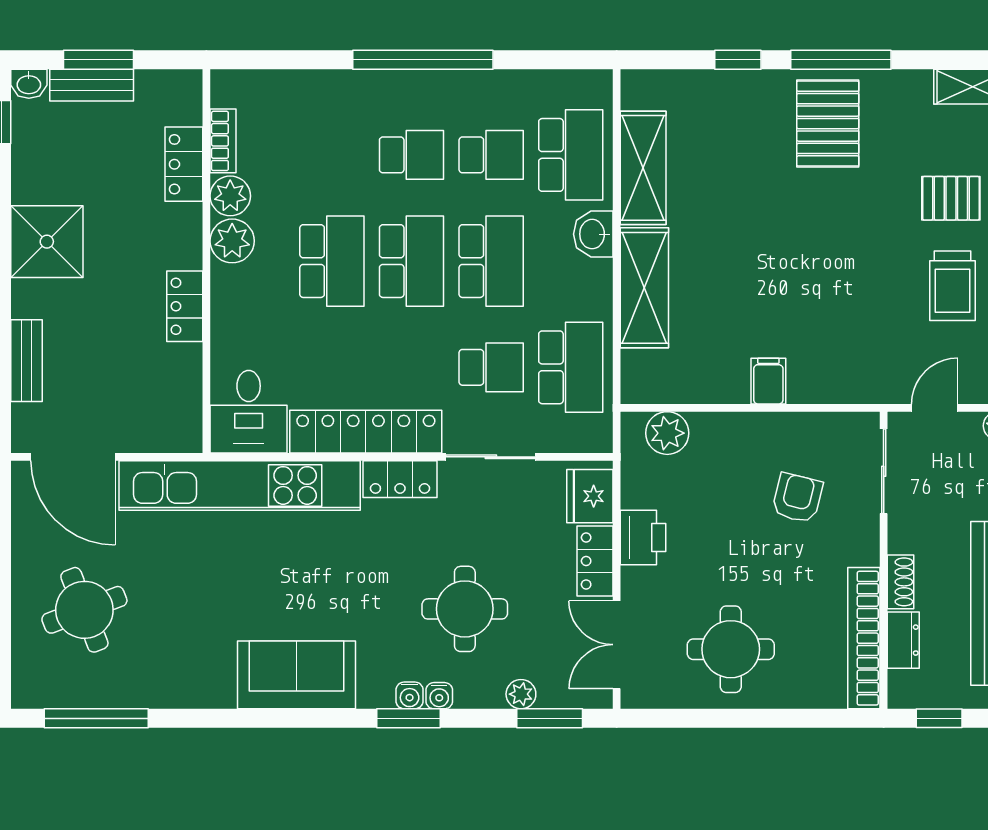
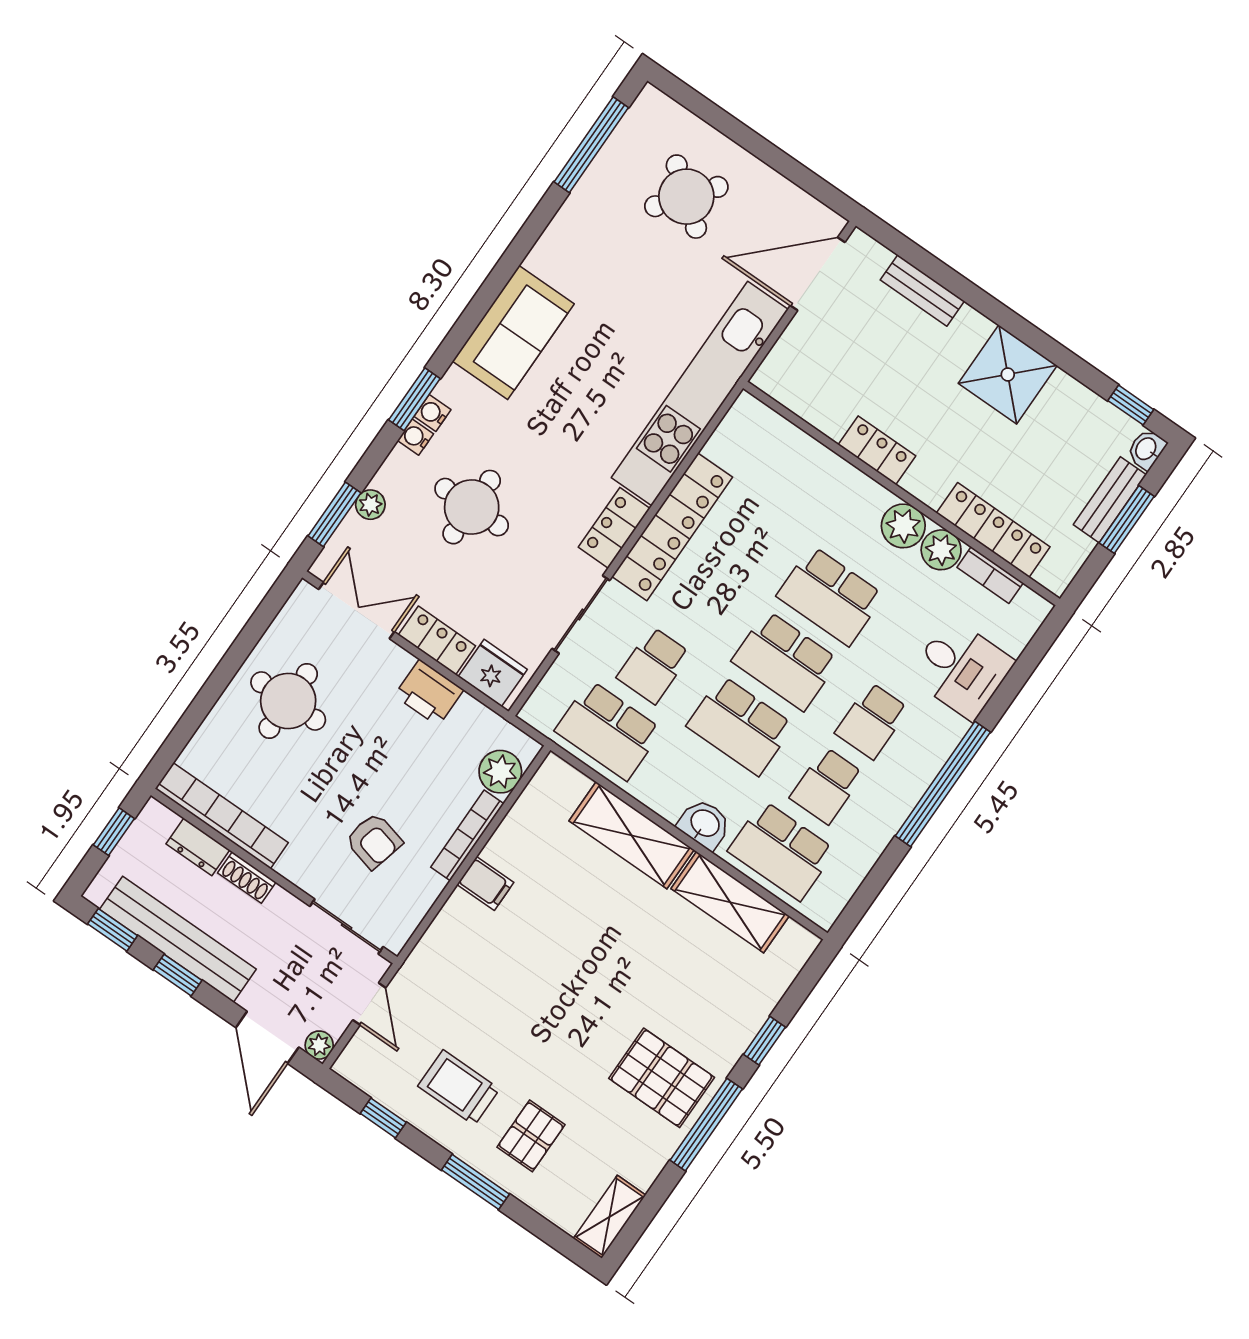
locker: (184, 164) -> (993, 530), width x1.53
desk: (249, 412) -> (961, 669), moved, turned 180
bookcase: (739, 424) -> (467, 835), added
round table: (84, 610) -> (686, 197), turned -31

